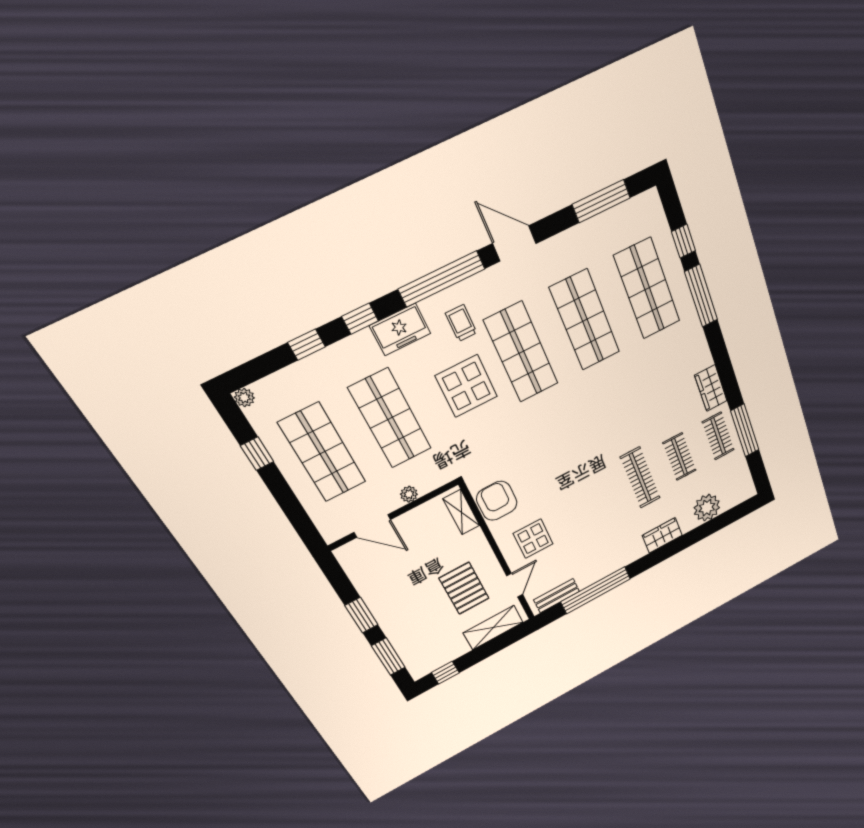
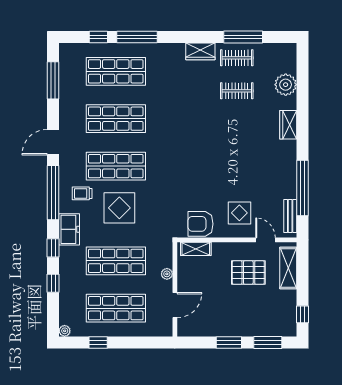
clothes rail: (640, 478) -> (237, 124), removed

